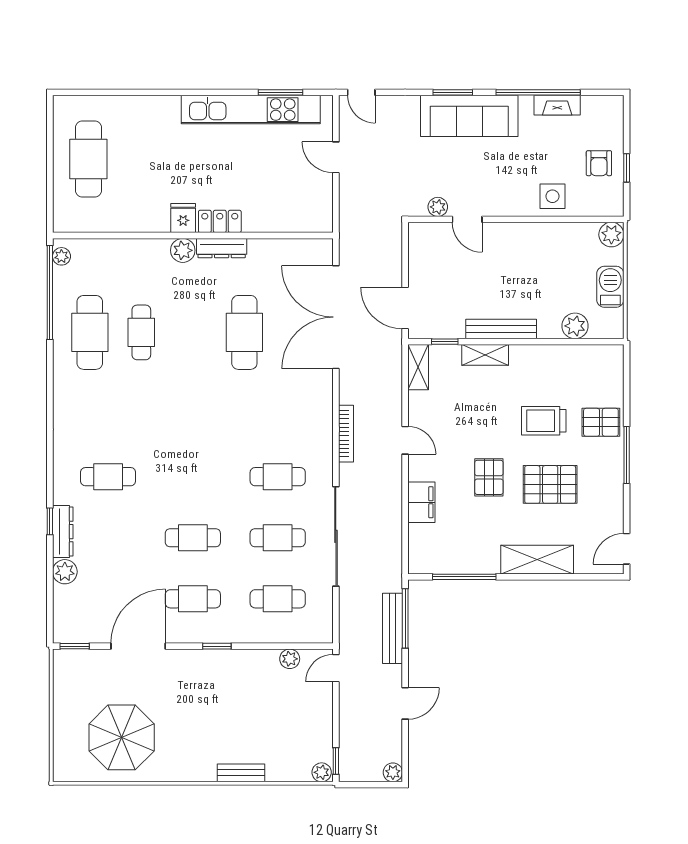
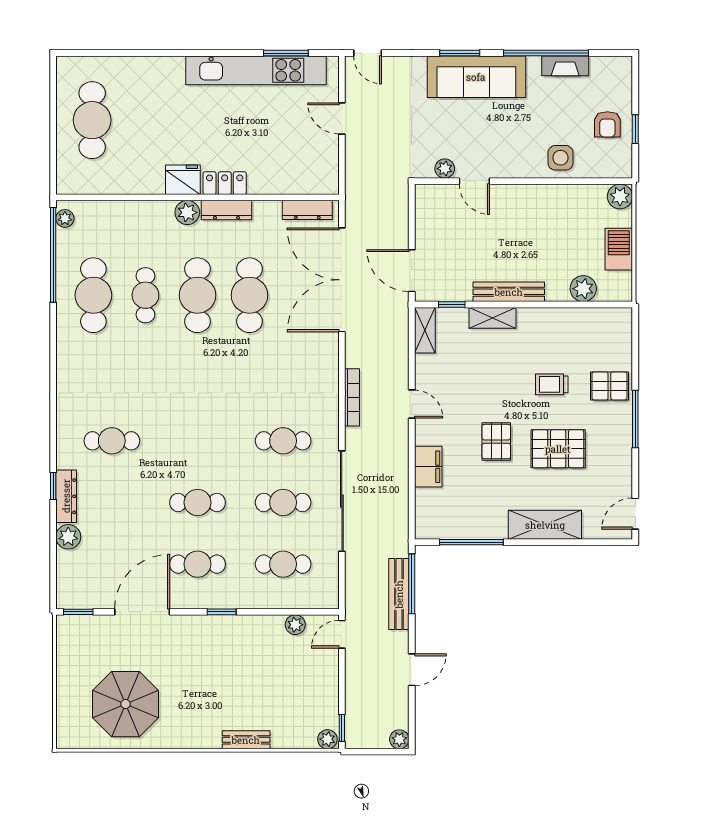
fridge: (183, 218) -> (183, 180), width x1.38
dresser: (302, 248) -> (307, 210), added
cafe table: (193, 332) -> (197, 295), added
trolley: (544, 421) -> (552, 384), width x0.73, depth x0.72

